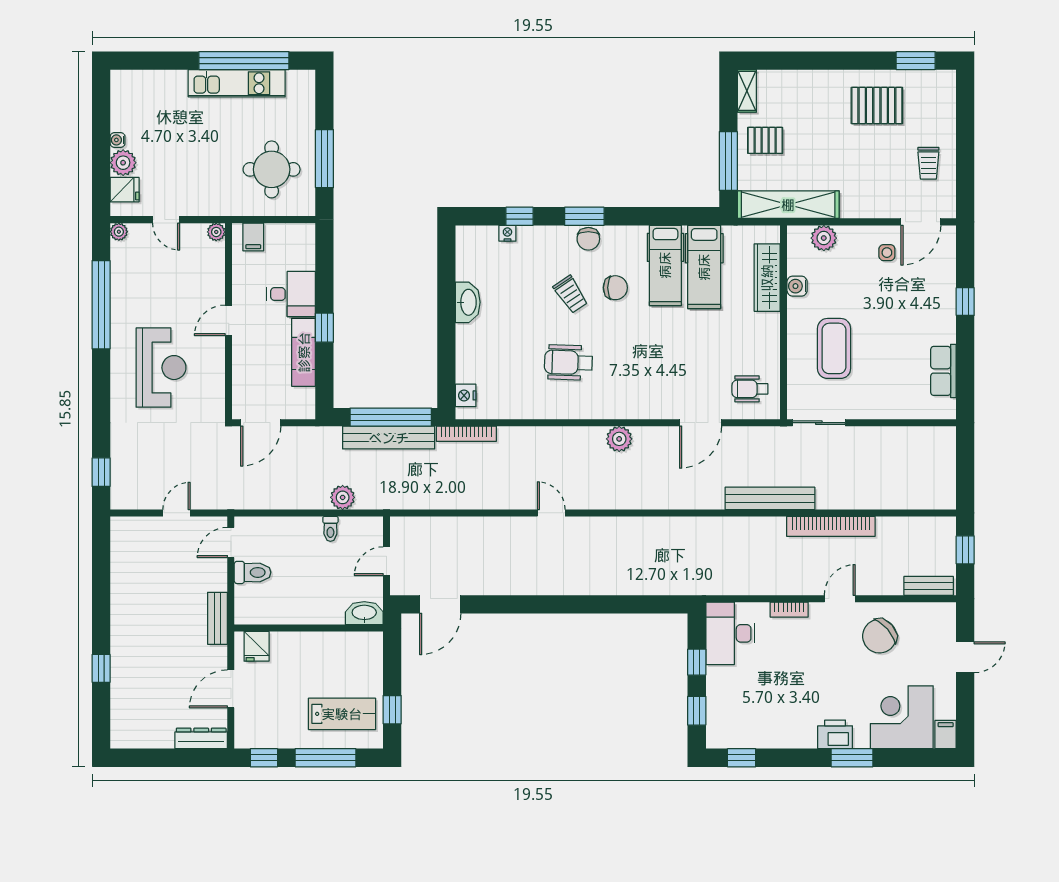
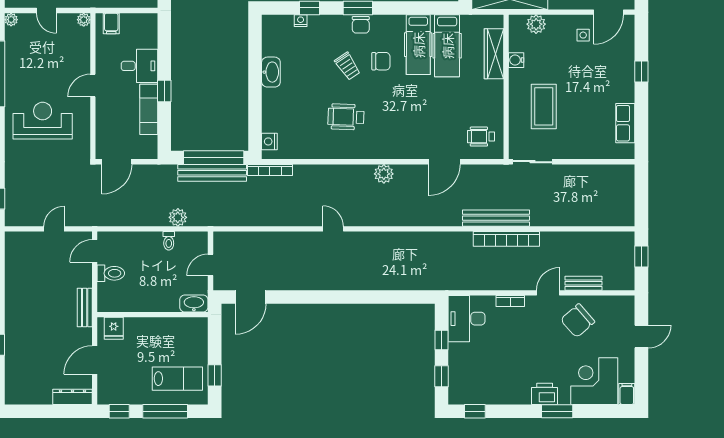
reception desk: (161, 368) -> (43, 121), turned -90
bookcase: (831, 526) -> (506, 239), moved
bench: (929, 586) -> (584, 283), moved

